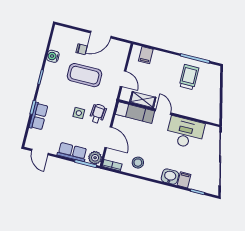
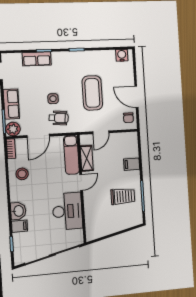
chair: (82, 49) -> (128, 118), moved
filing cabinet: (146, 55) -> (132, 164), moved
water cooler: (53, 56) -> (122, 55), moved

